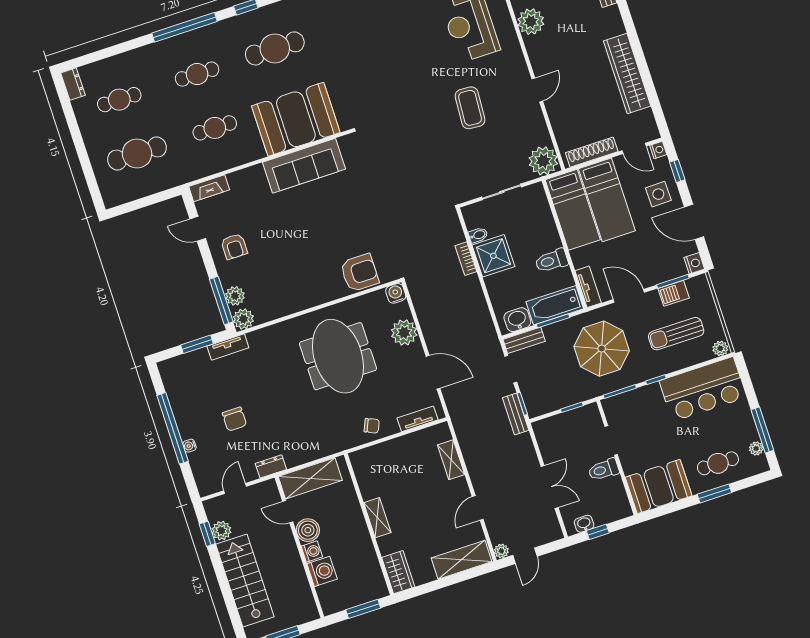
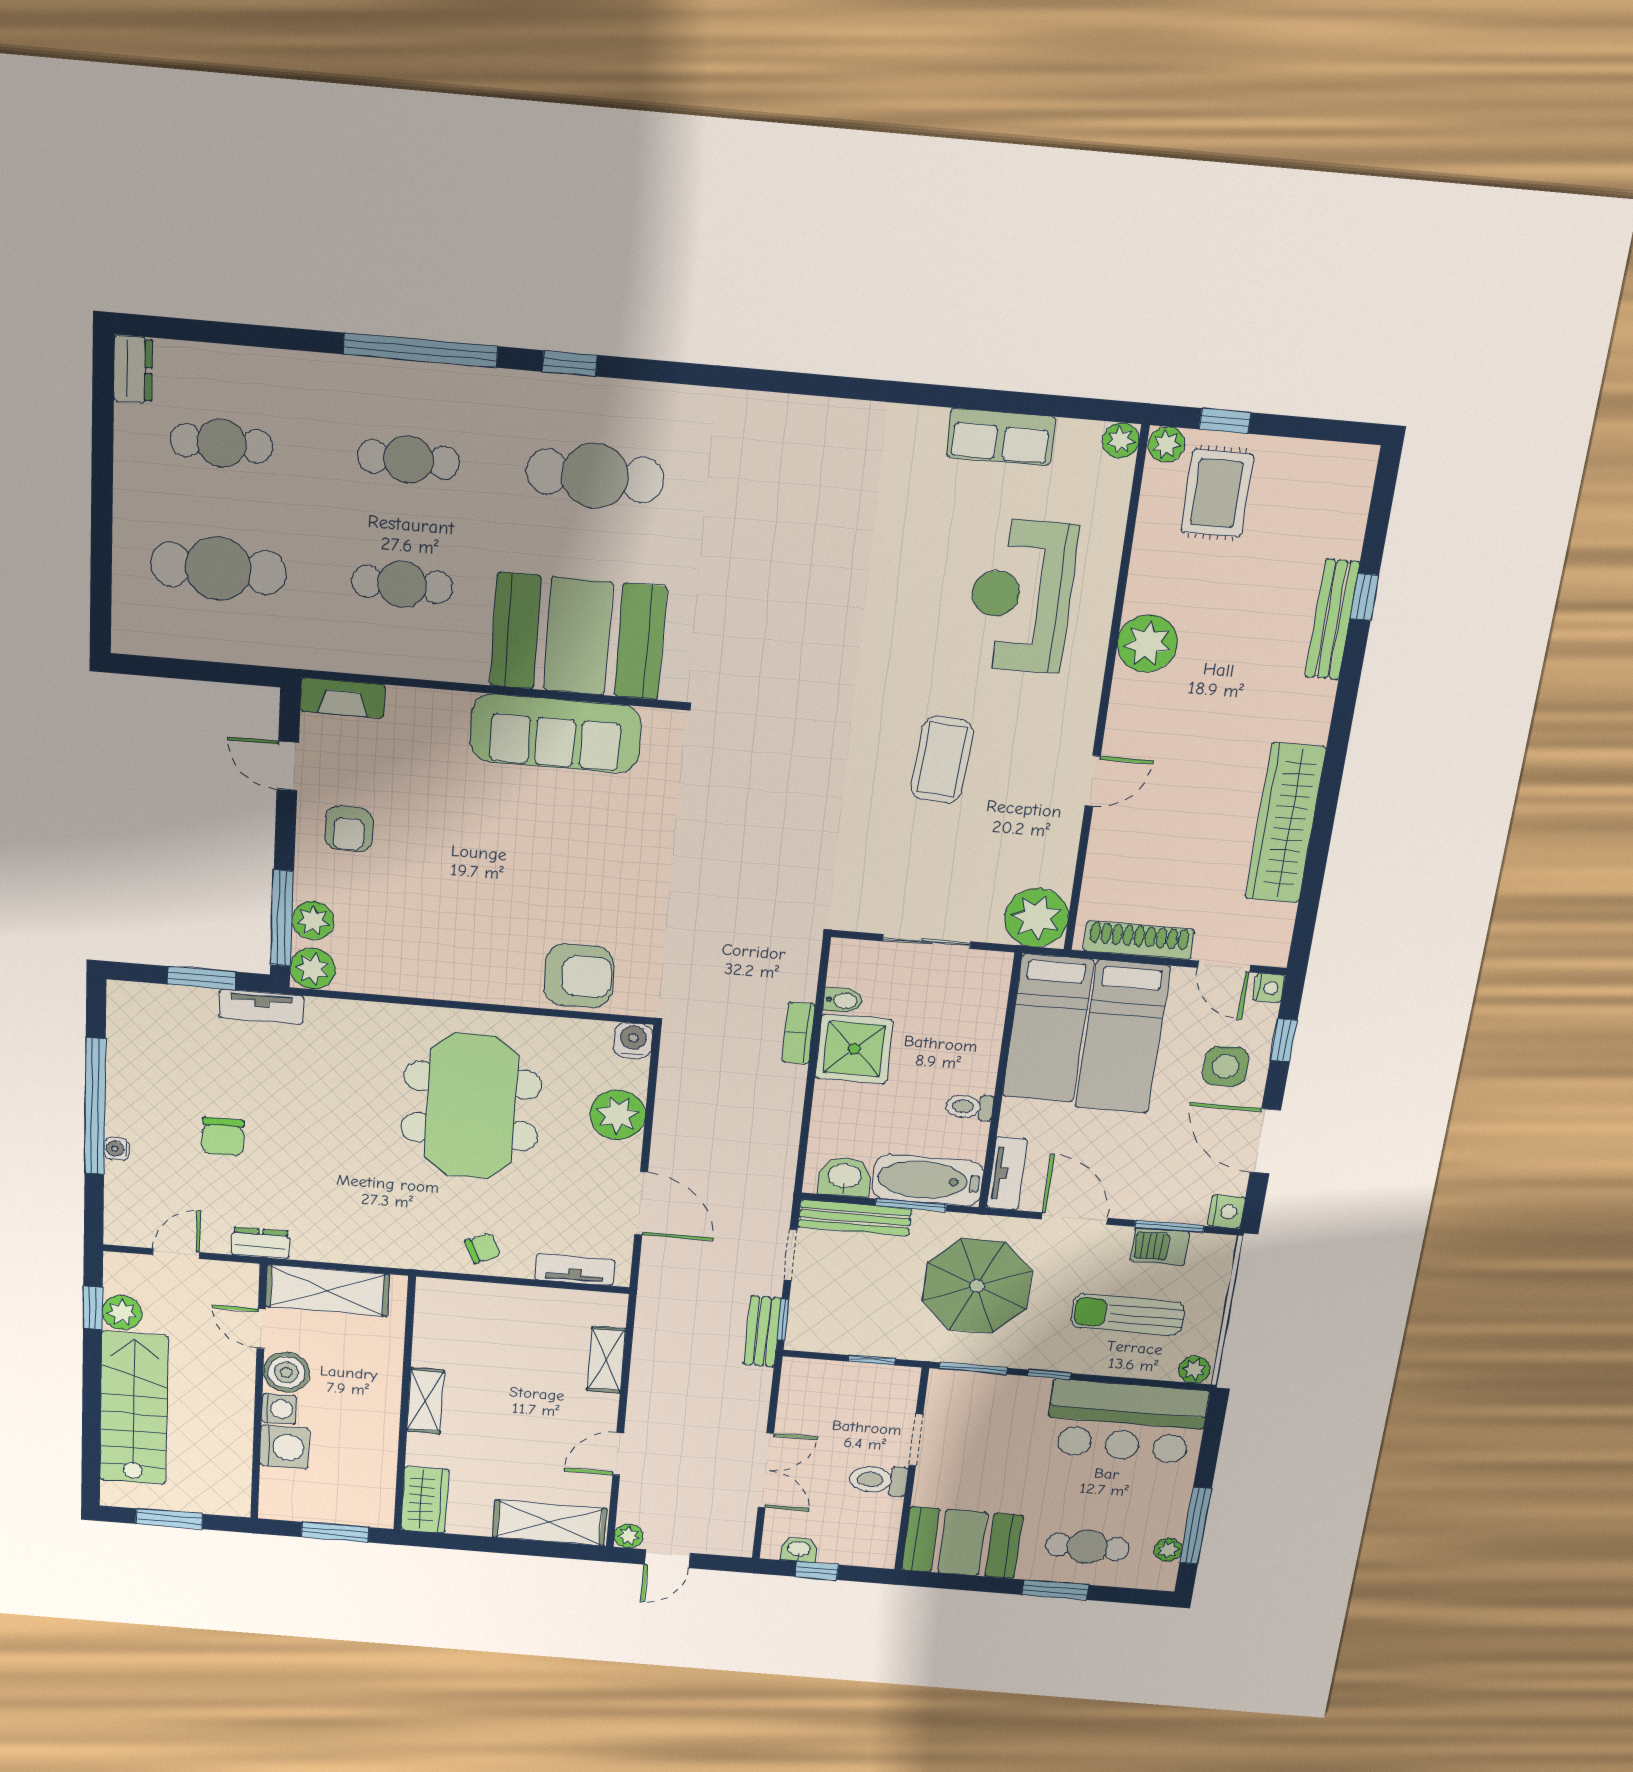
toilet: (552, 261) -> (969, 1107), width x0.73, depth x0.72
bench: (524, 340) -> (855, 1218), width x1.36
chair: (372, 426) -> (483, 1248), turned -48

